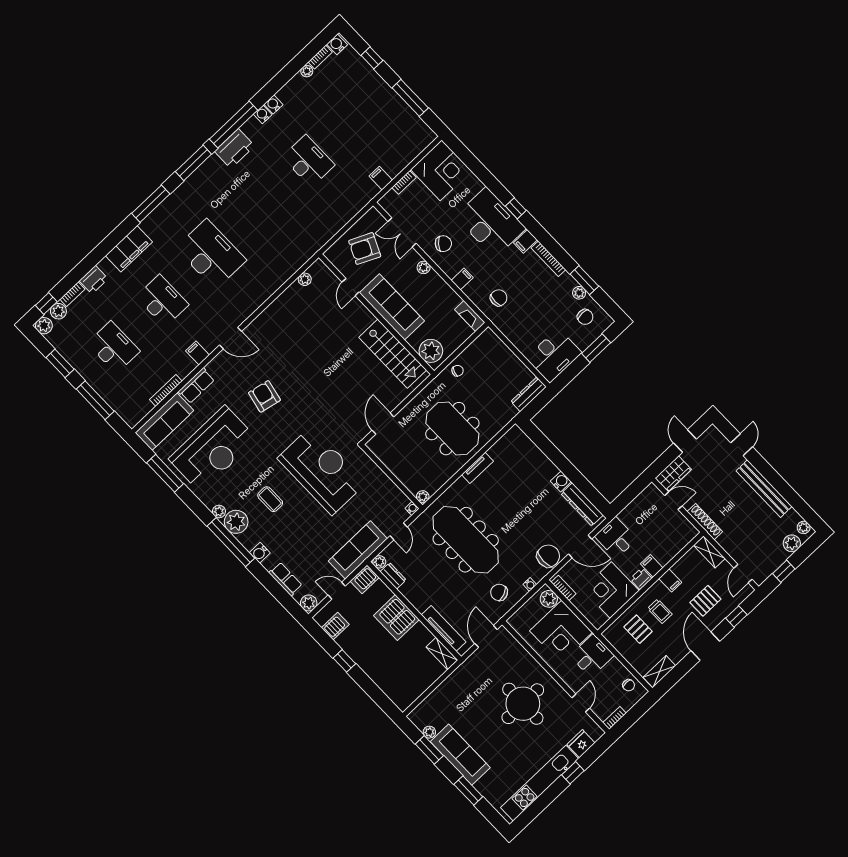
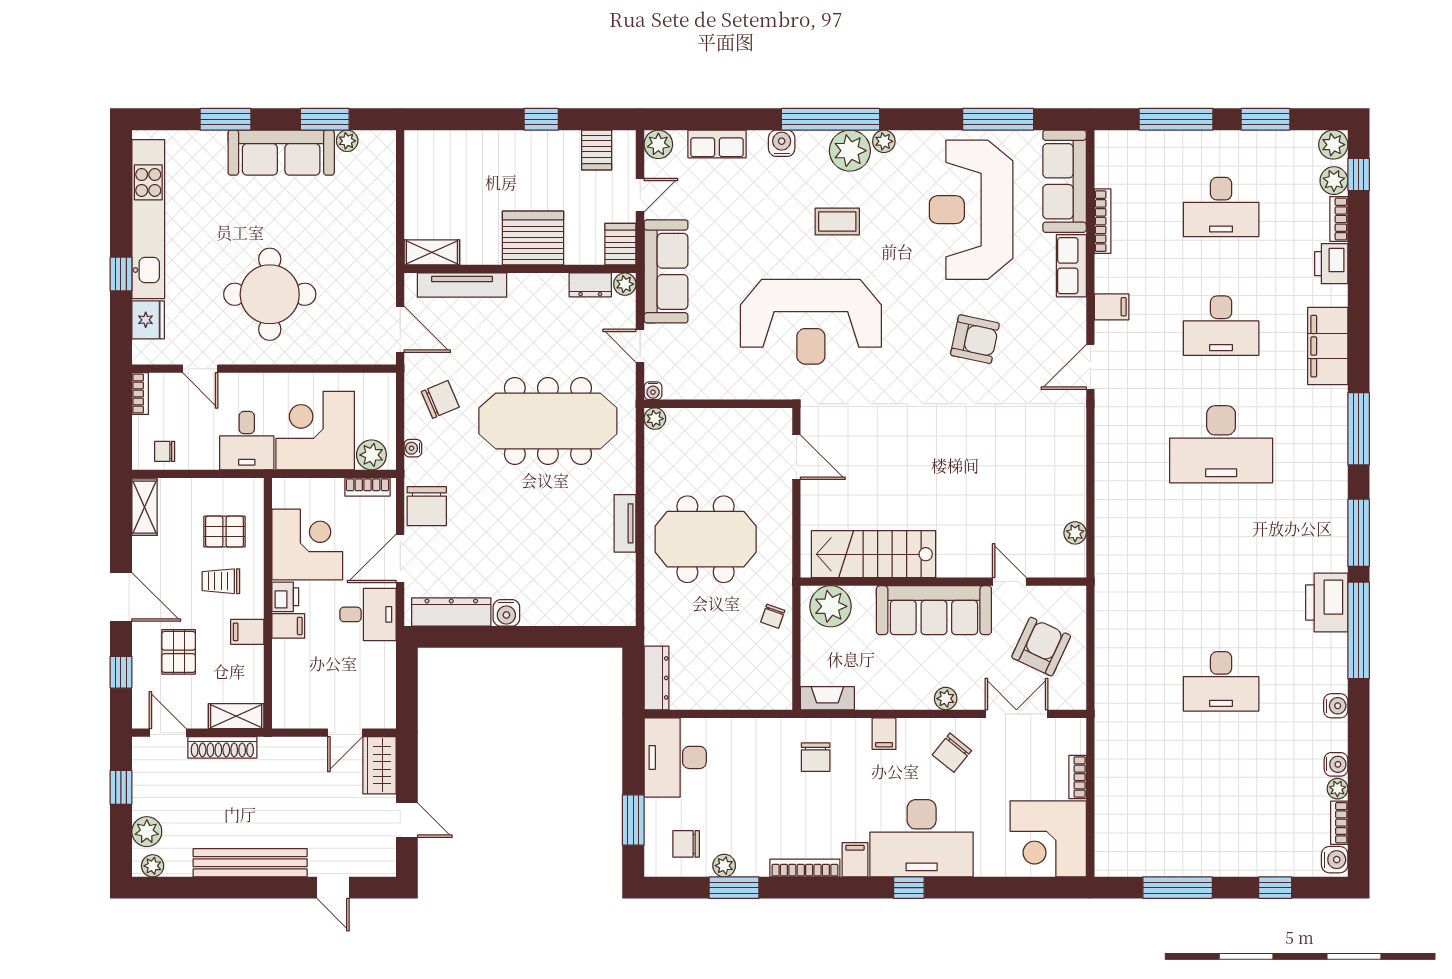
water cooler: (263, 114) -> (1336, 764), moved
filing cabinet: (381, 178) -> (1111, 753), removed
shoe rack: (705, 522) -> (222, 747), moved

